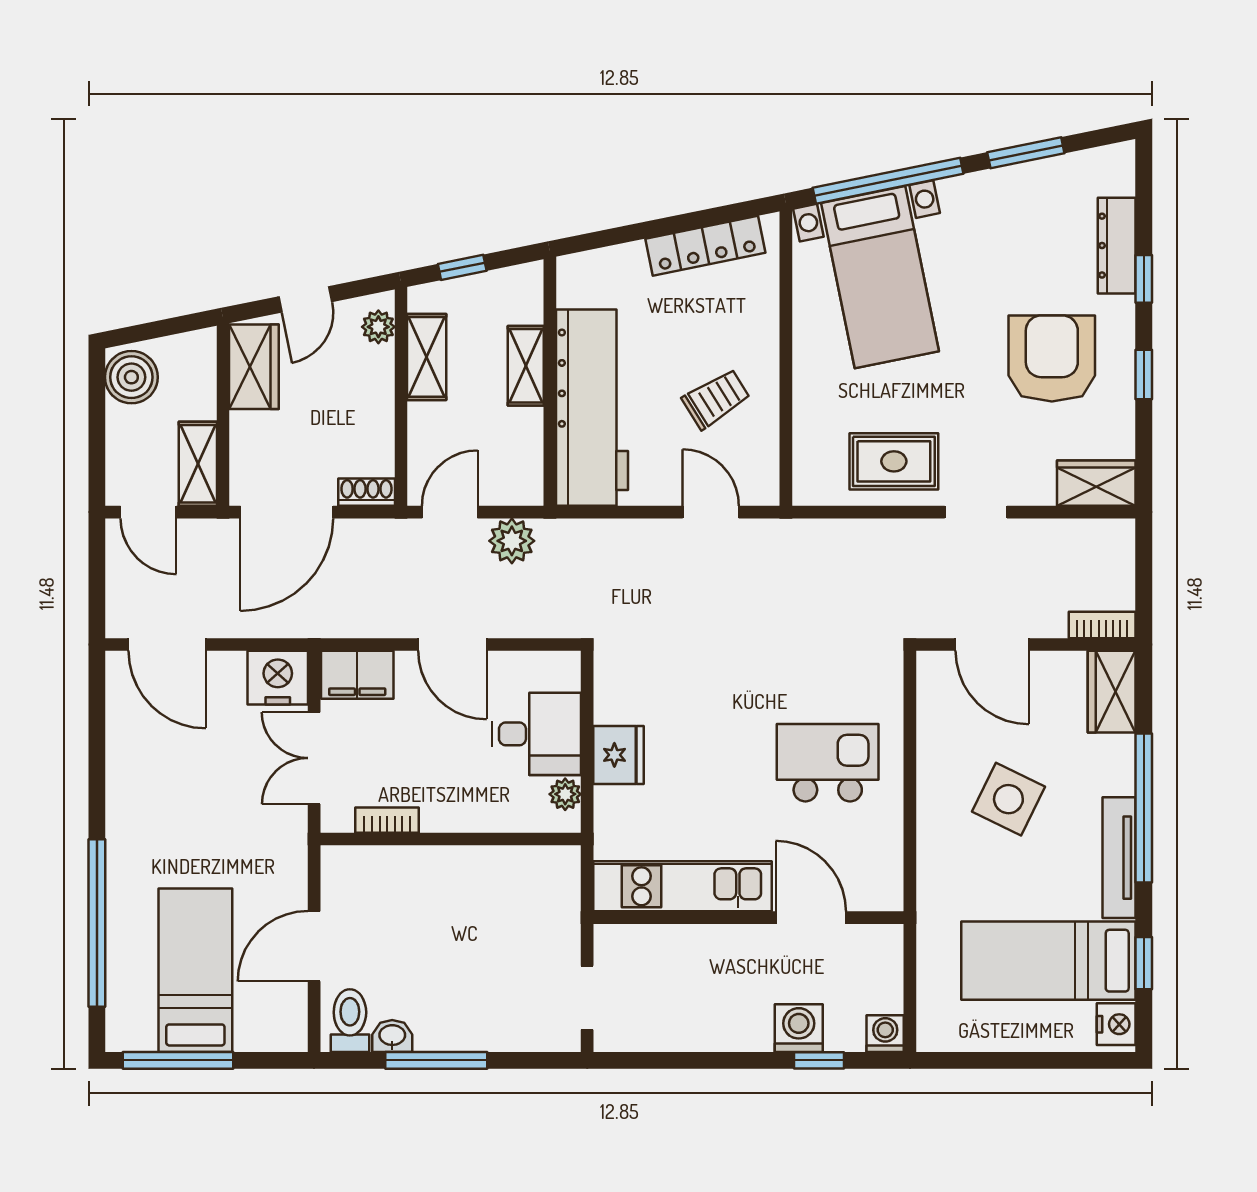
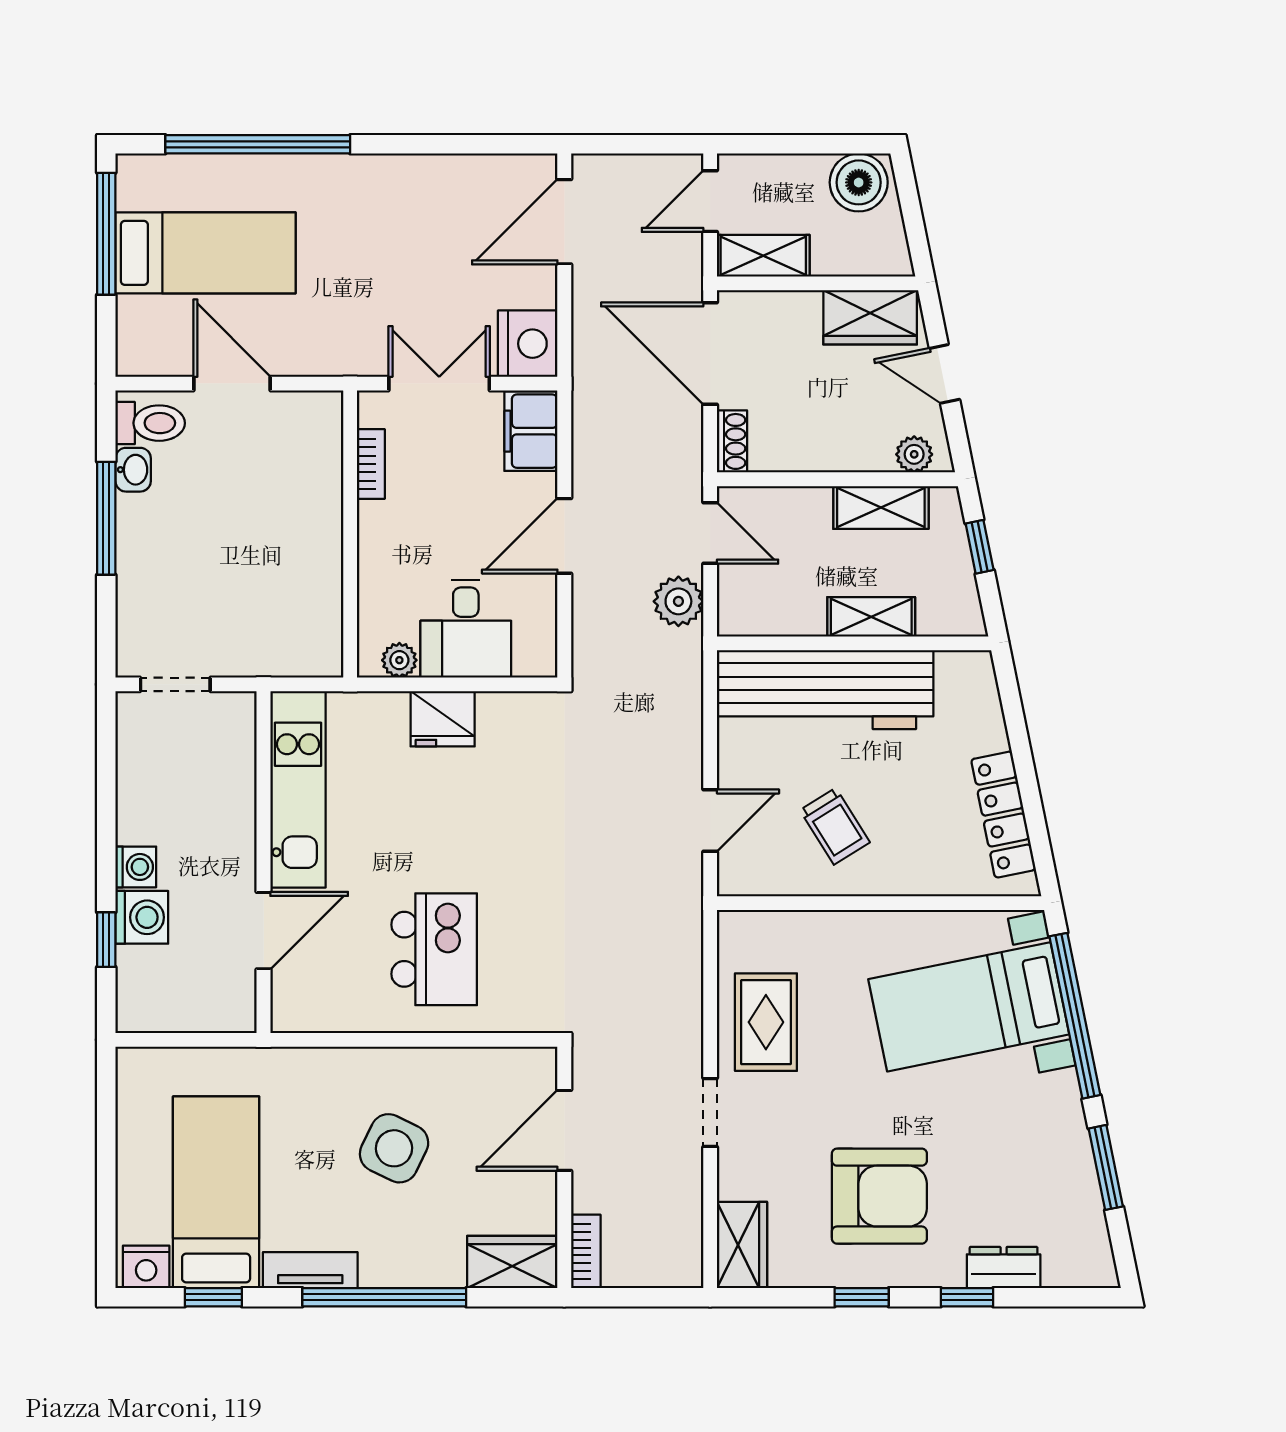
dresser: (1117, 246) -> (1004, 1268), width x0.70
tv unit: (1119, 858) -> (310, 1270), width x0.71
washing machine: (885, 1034) -> (136, 867), moved

